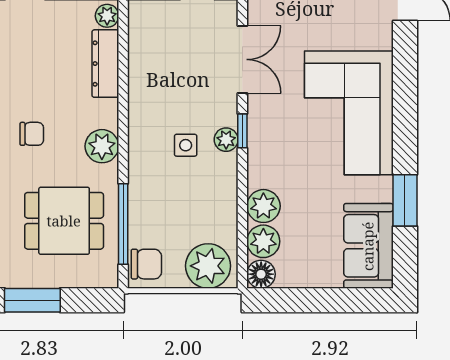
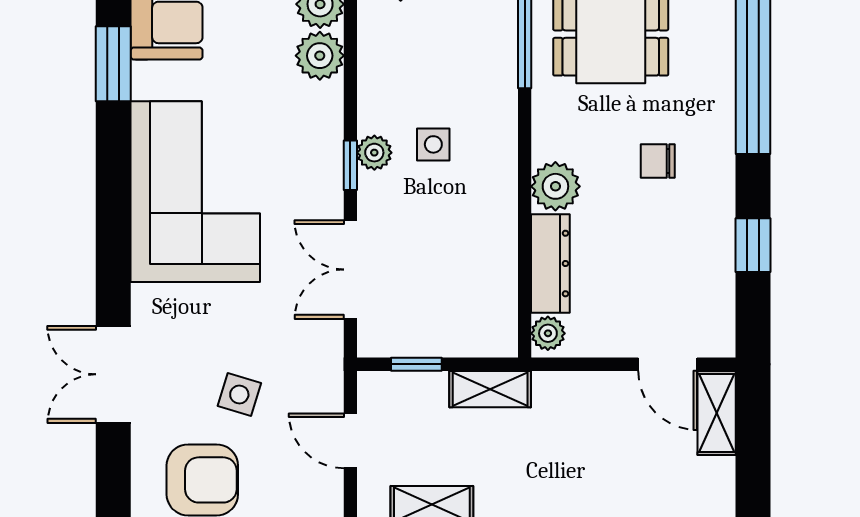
plant: (102, 146) -> (555, 186), moved

